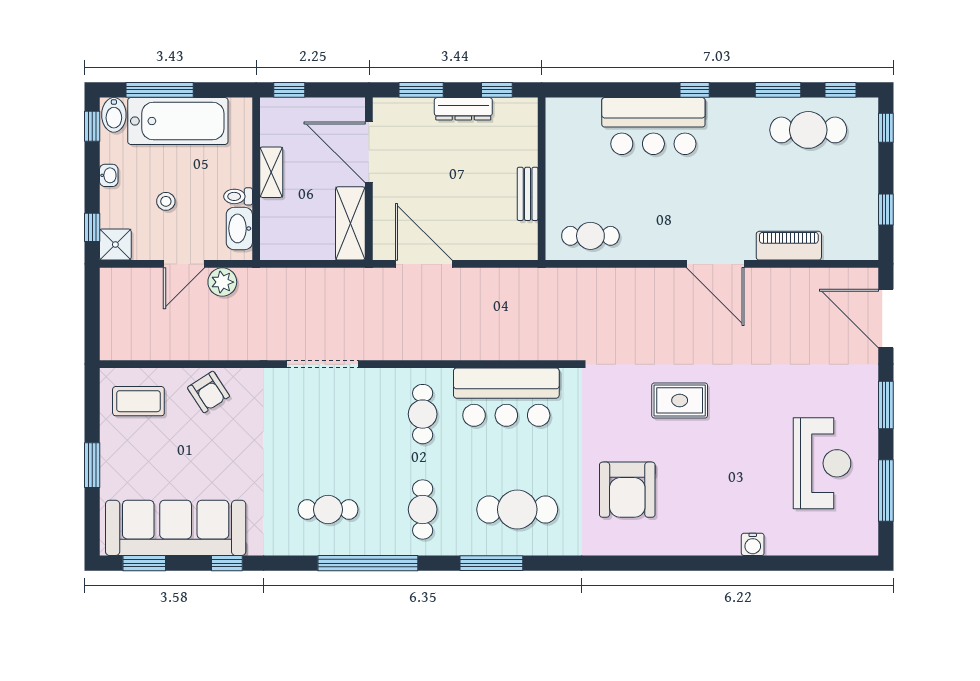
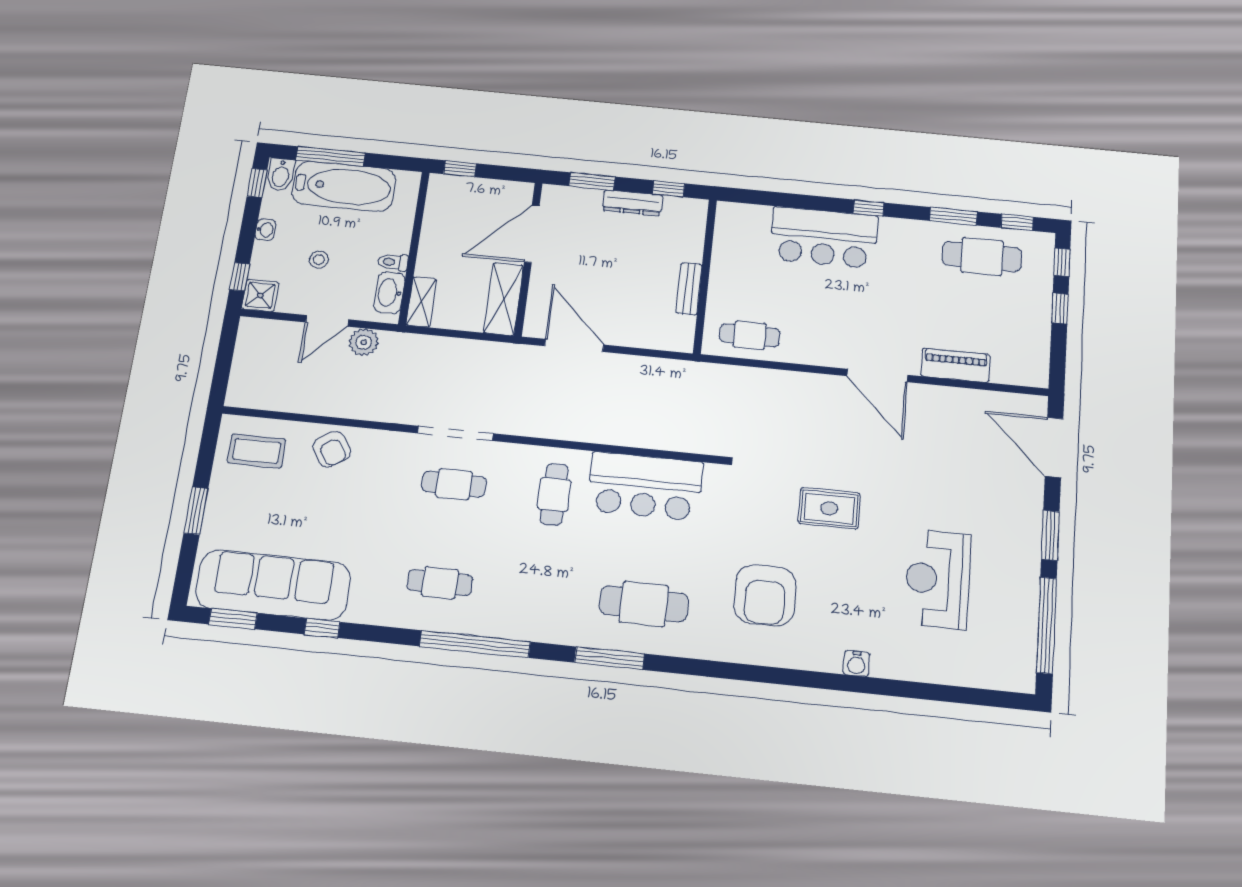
door: (369, 152) -> (532, 234), hinge flipped
shelving: (271, 172) -> (421, 302), moved
window: (886, 210) -> (1060, 308), moved
reception desk: (822, 463) -> (938, 579), moved, turned 180
window: (886, 491) -> (1047, 625), width x1.46
cafe table: (423, 509) -> (454, 484), moved, turned 90
water cooler: (753, 544) -> (856, 663), moved

